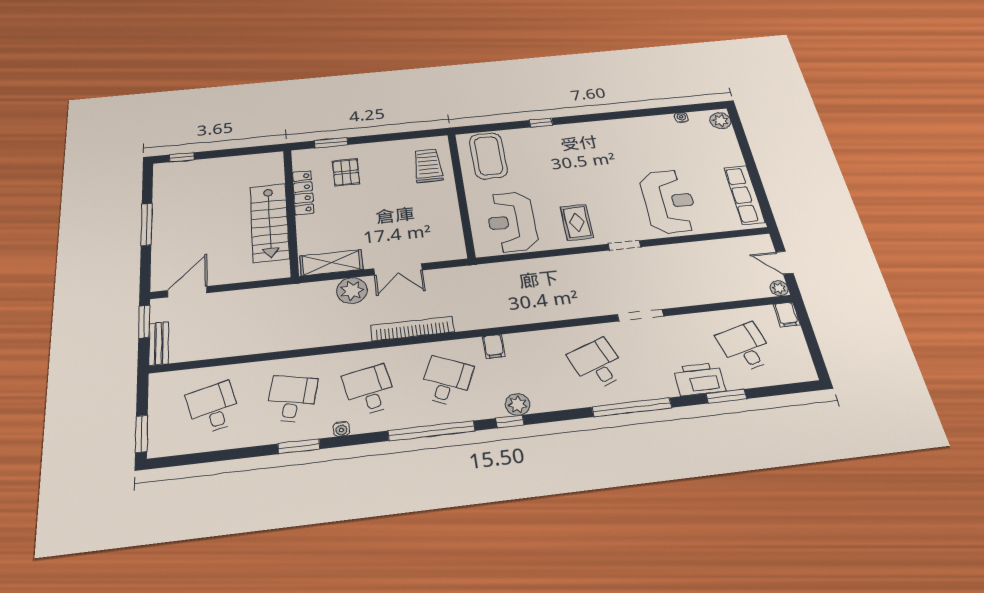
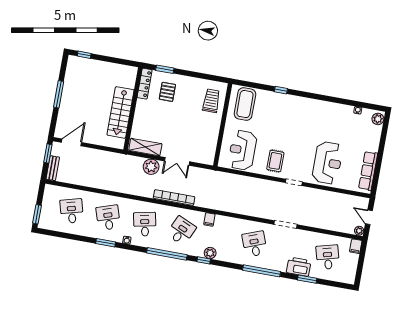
locker: (303, 193) -> (145, 84), moved
desk: (292, 399) -> (108, 218), turned -30

